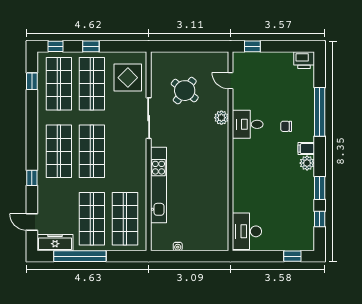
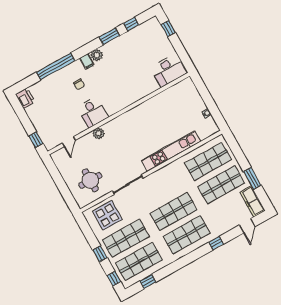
round table: (185, 91) -> (90, 180), moved, turned -38
window: (80, 256) -> (252, 178), width x0.47

